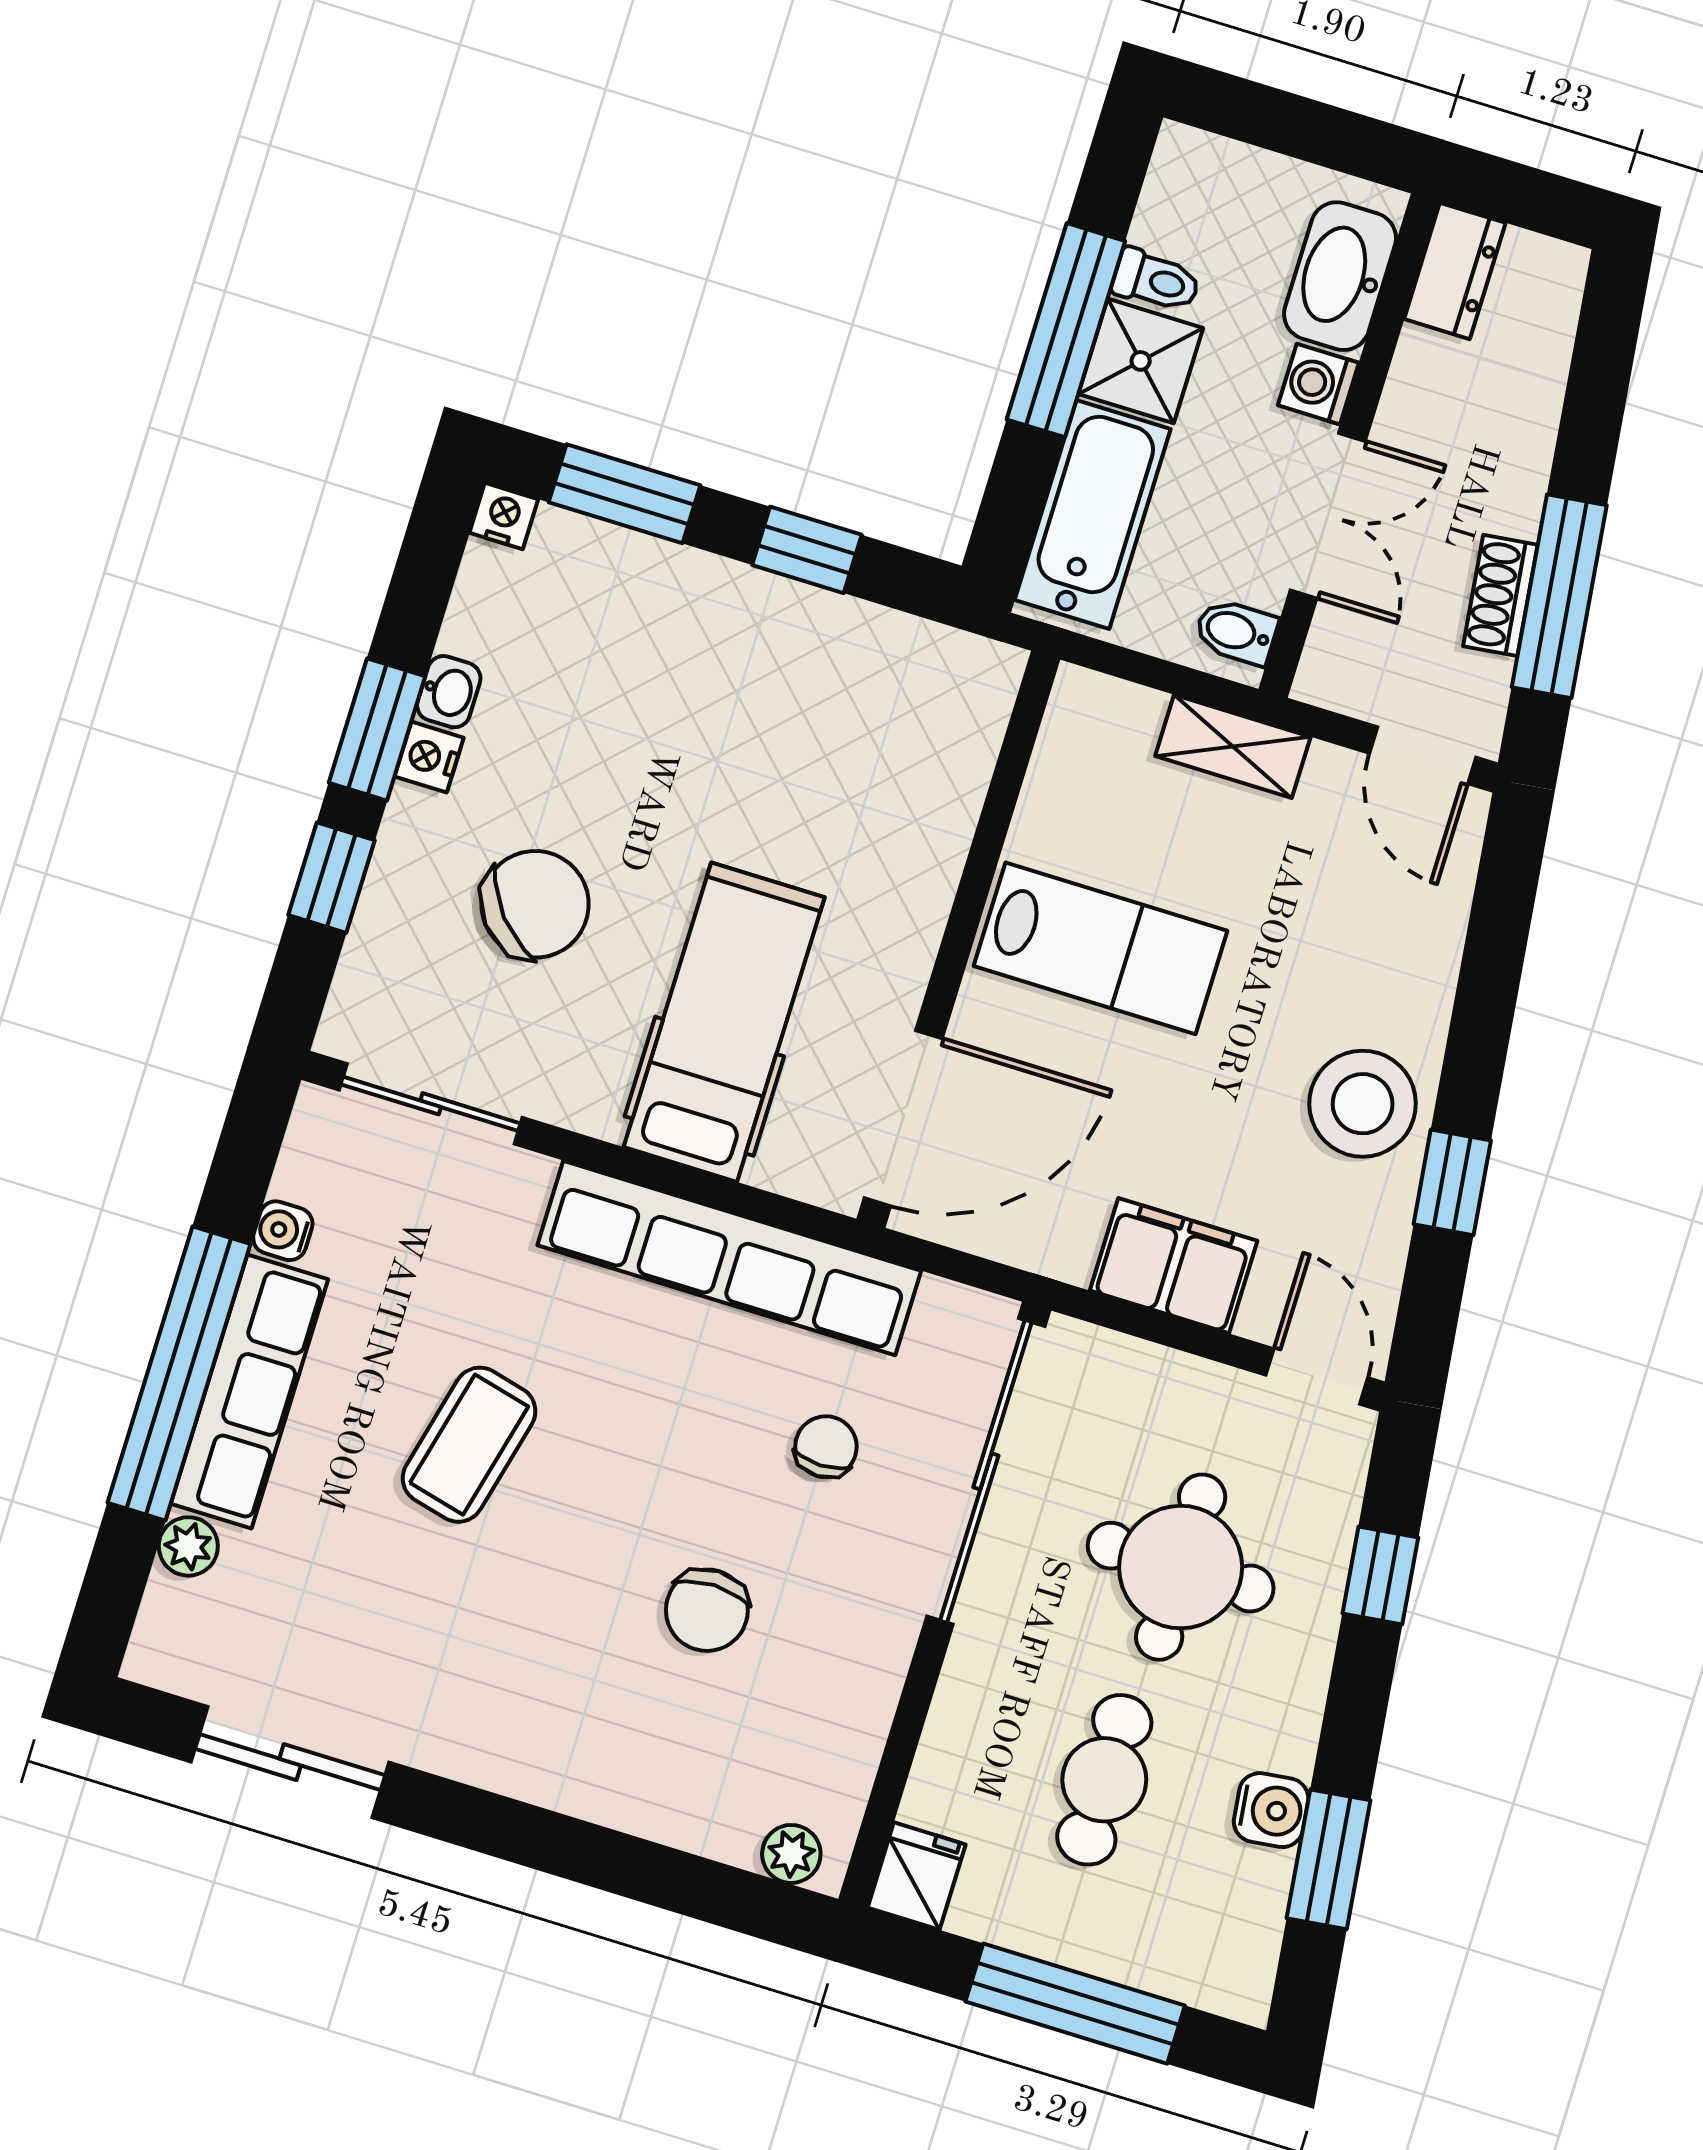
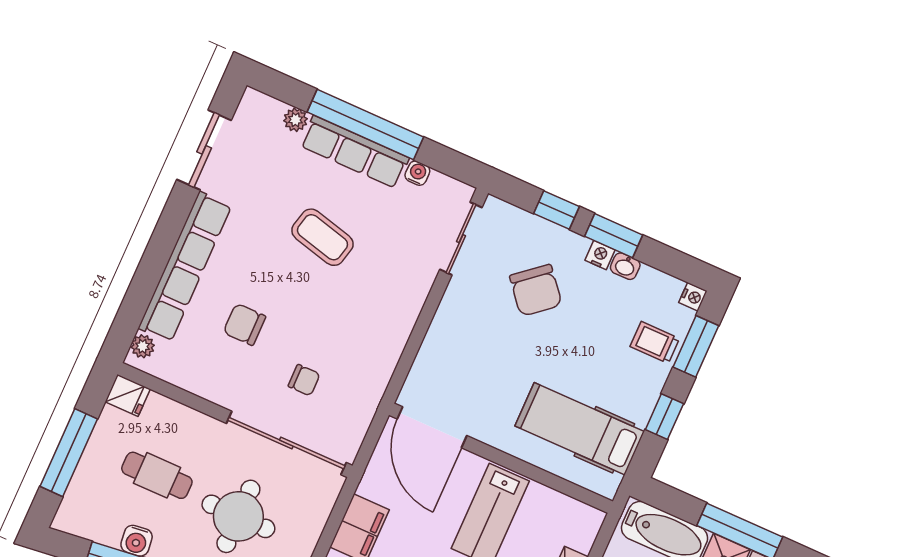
trolley: (627, 596) -> (655, 342), added
hospital bed: (724, 1022) -> (580, 429), moved, turned 180
row of seats: (729, 1258) -> (185, 267), moved, turned 180

